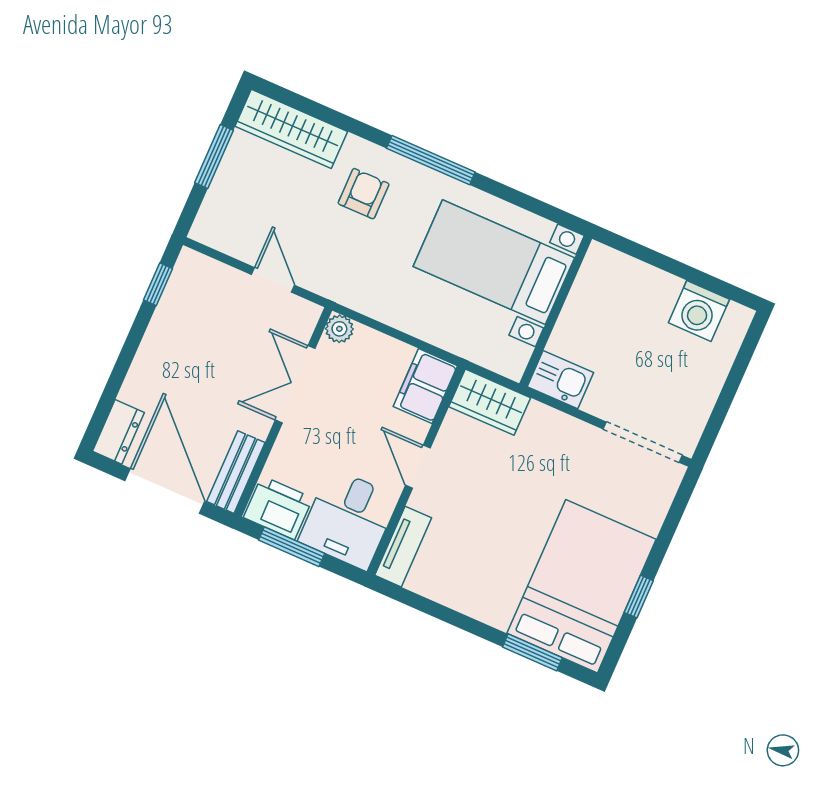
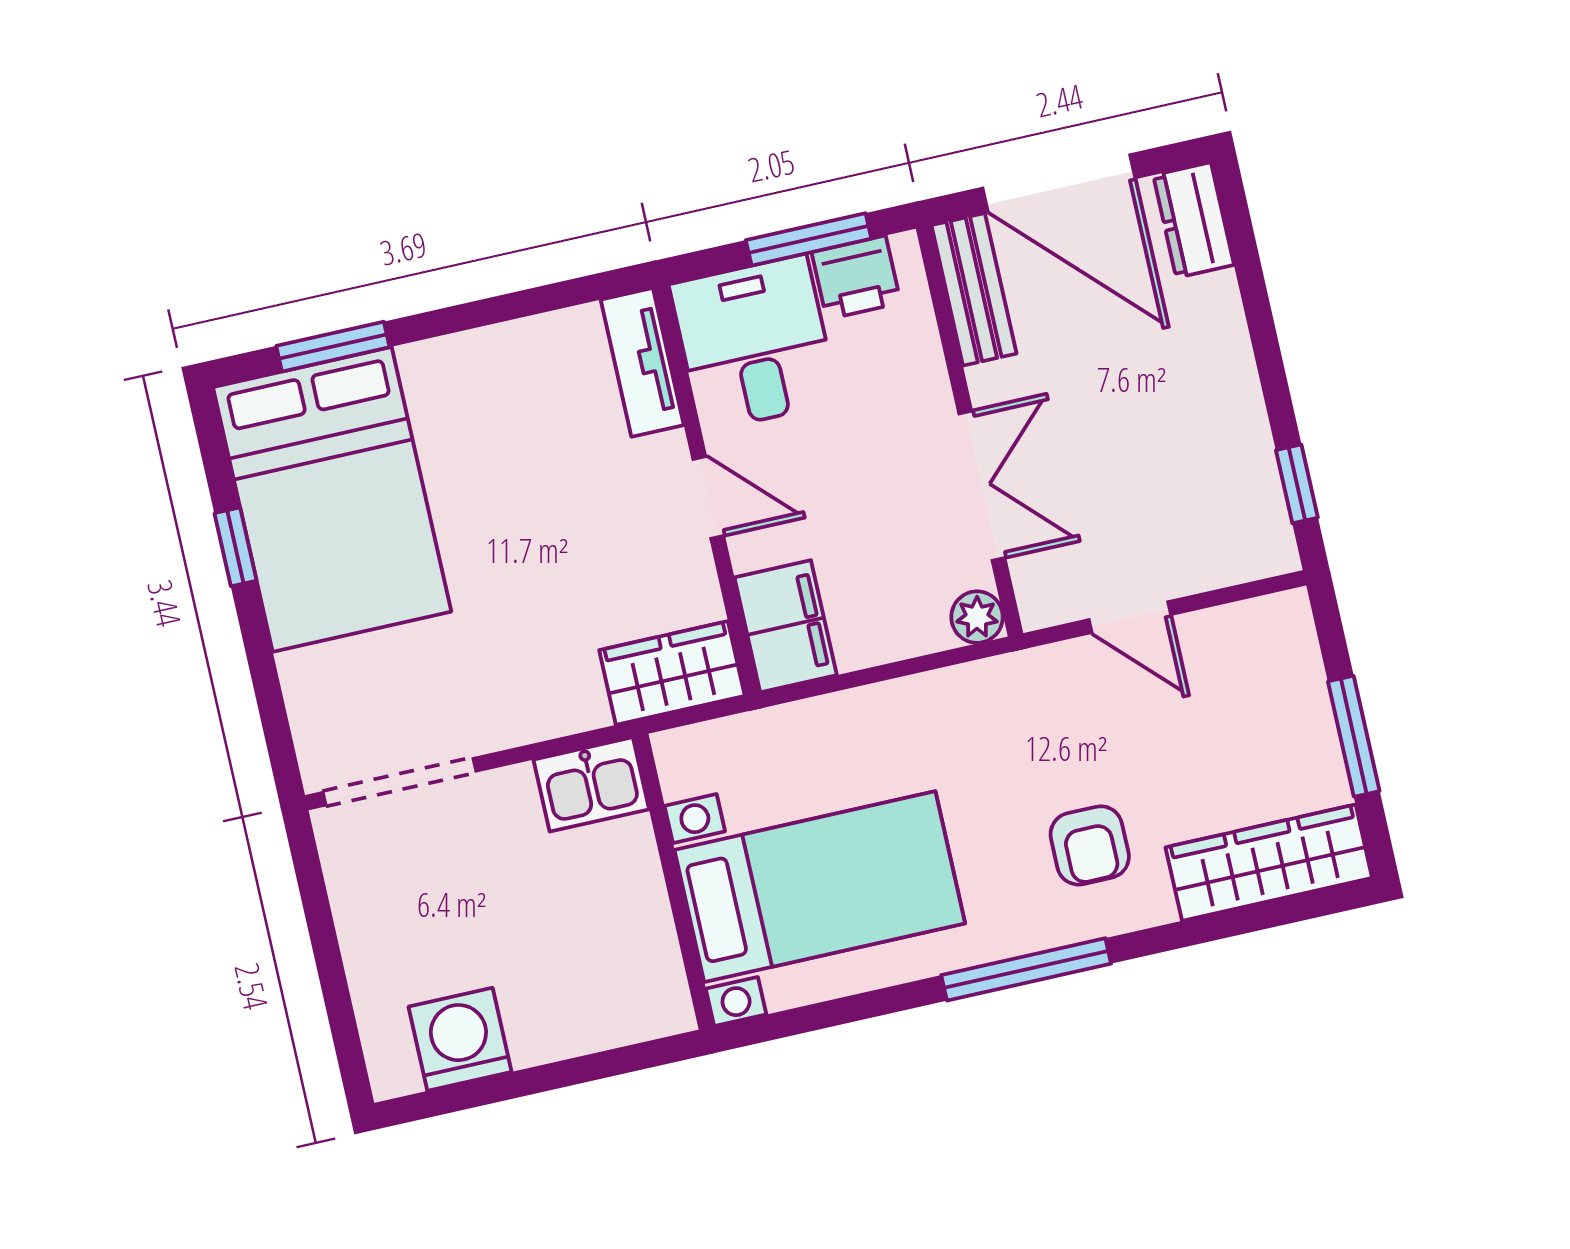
printer: (278, 508) -> (856, 278), width x0.73, depth x0.81

